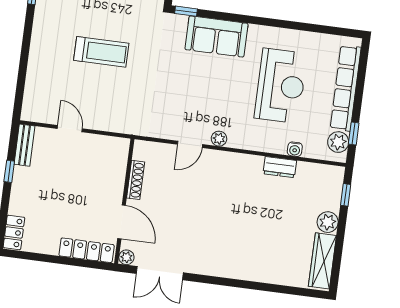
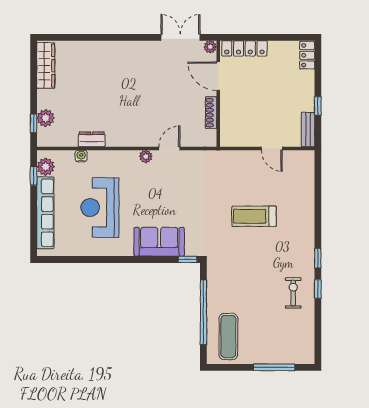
plant: (328, 222) -> (46, 118), moved

